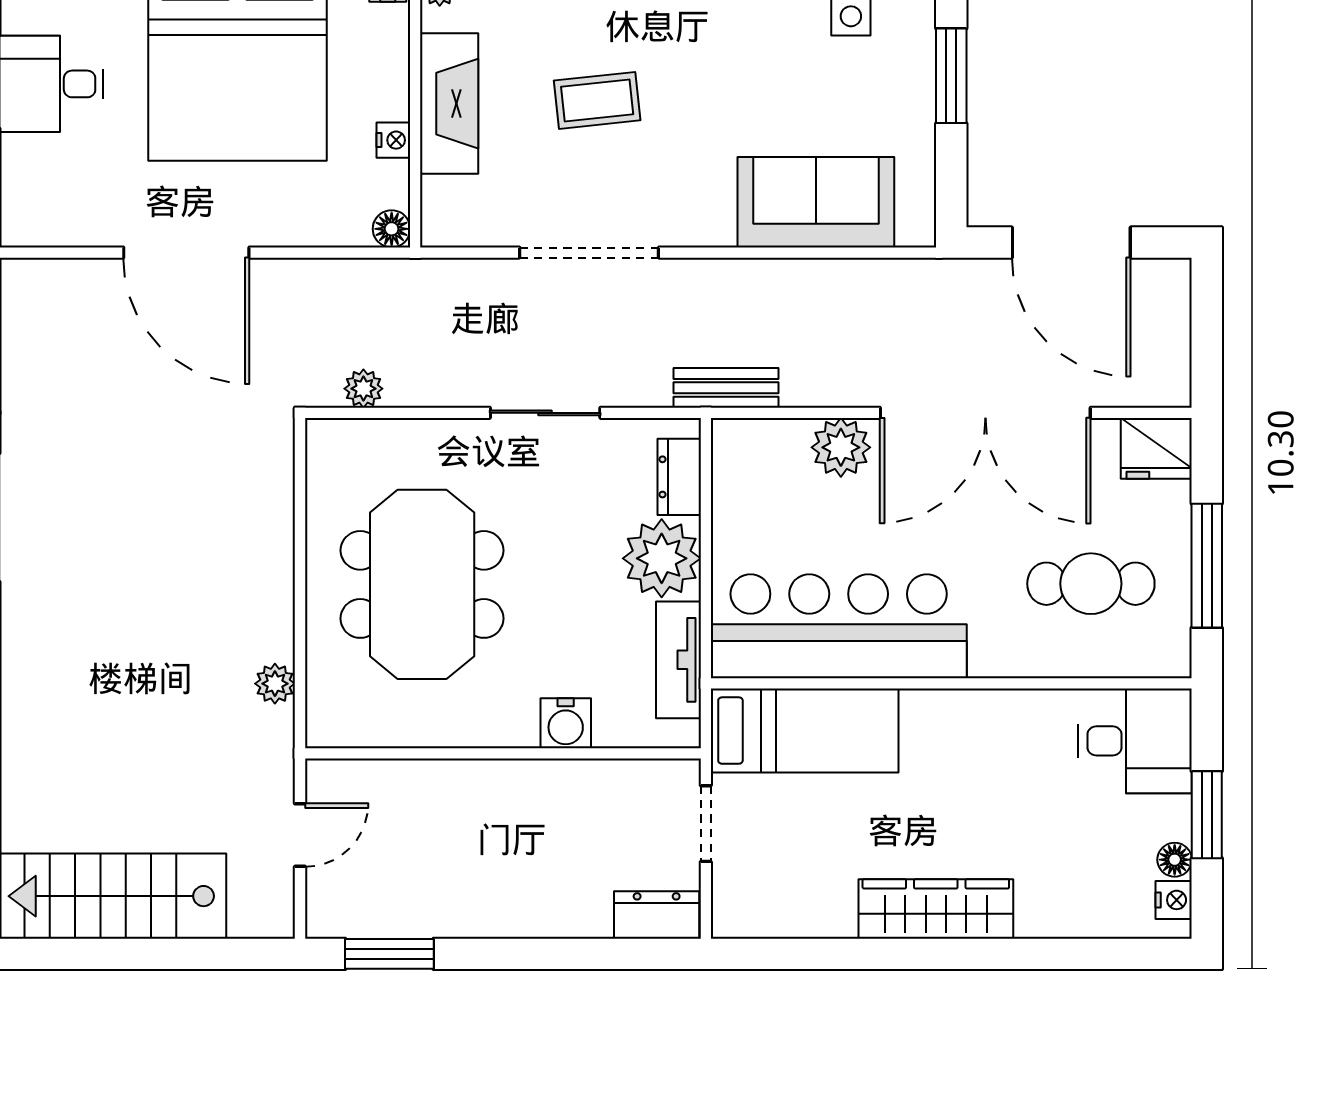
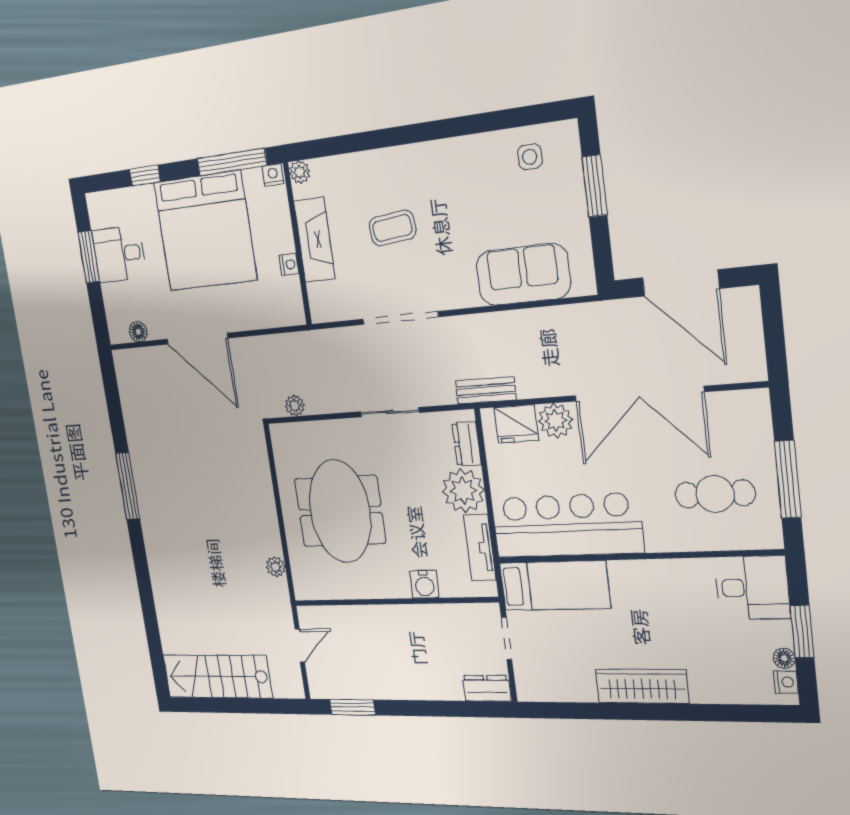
floor lamp: (392, 229) -> (138, 332), moved
fridge: (1156, 448) -> (516, 424), moved

